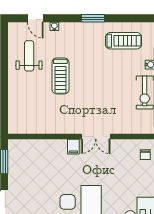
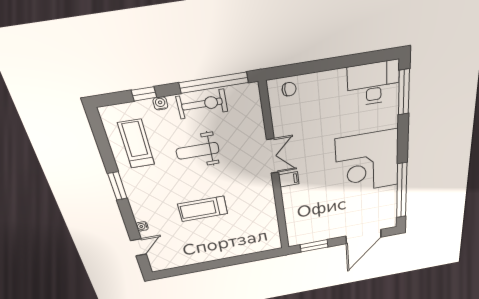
weight bench: (29, 56) -> (198, 151), moved
treadmill: (60, 76) -> (203, 209), turned 180

